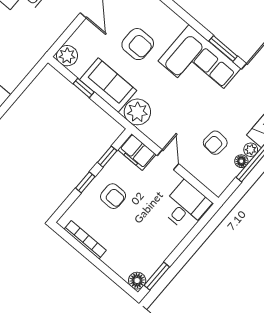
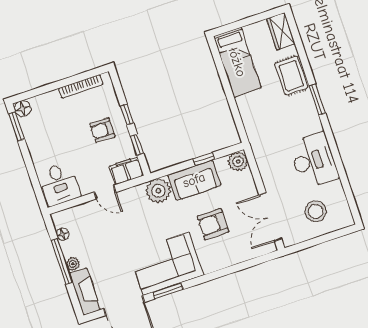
armchair: (215, 143) -> (96, 239), removed
floor lamp: (241, 161) -> (63, 234), moved

